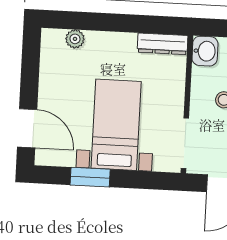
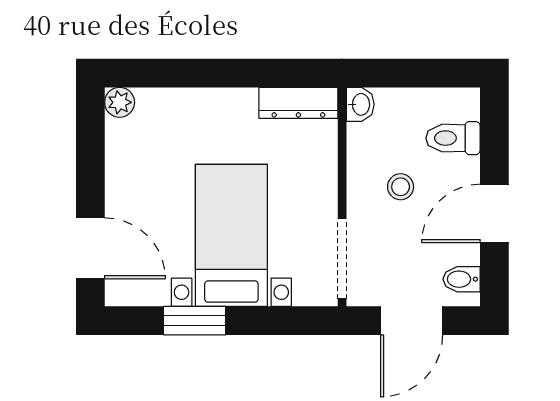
plant: (75, 39) -> (120, 102), moved
washbasin: (205, 51) -> (360, 104), width x0.72, depth x0.69

